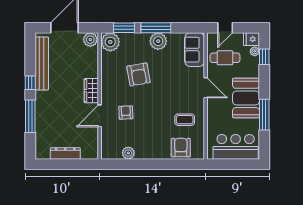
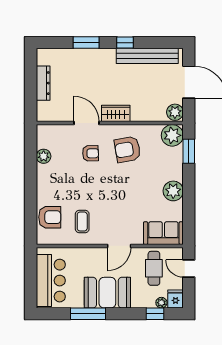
window: (156, 28) -> (189, 188), removed
armchair: (139, 74) -> (128, 149), moved
window: (30, 116) -> (86, 43), width x0.69

